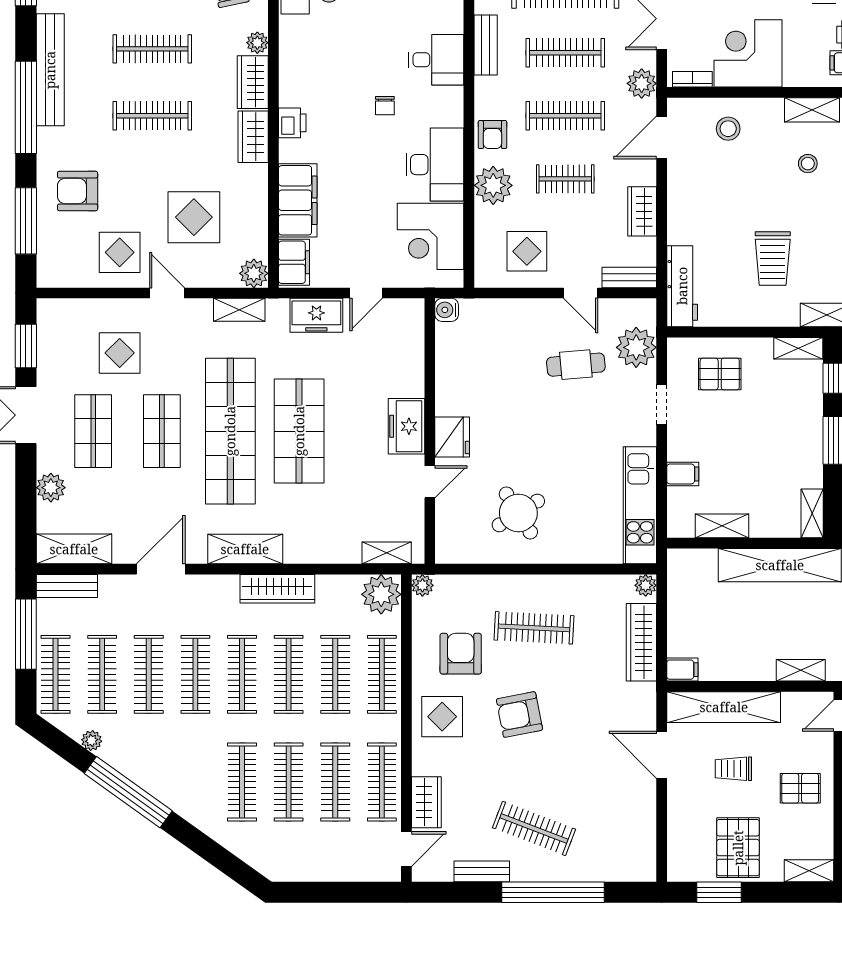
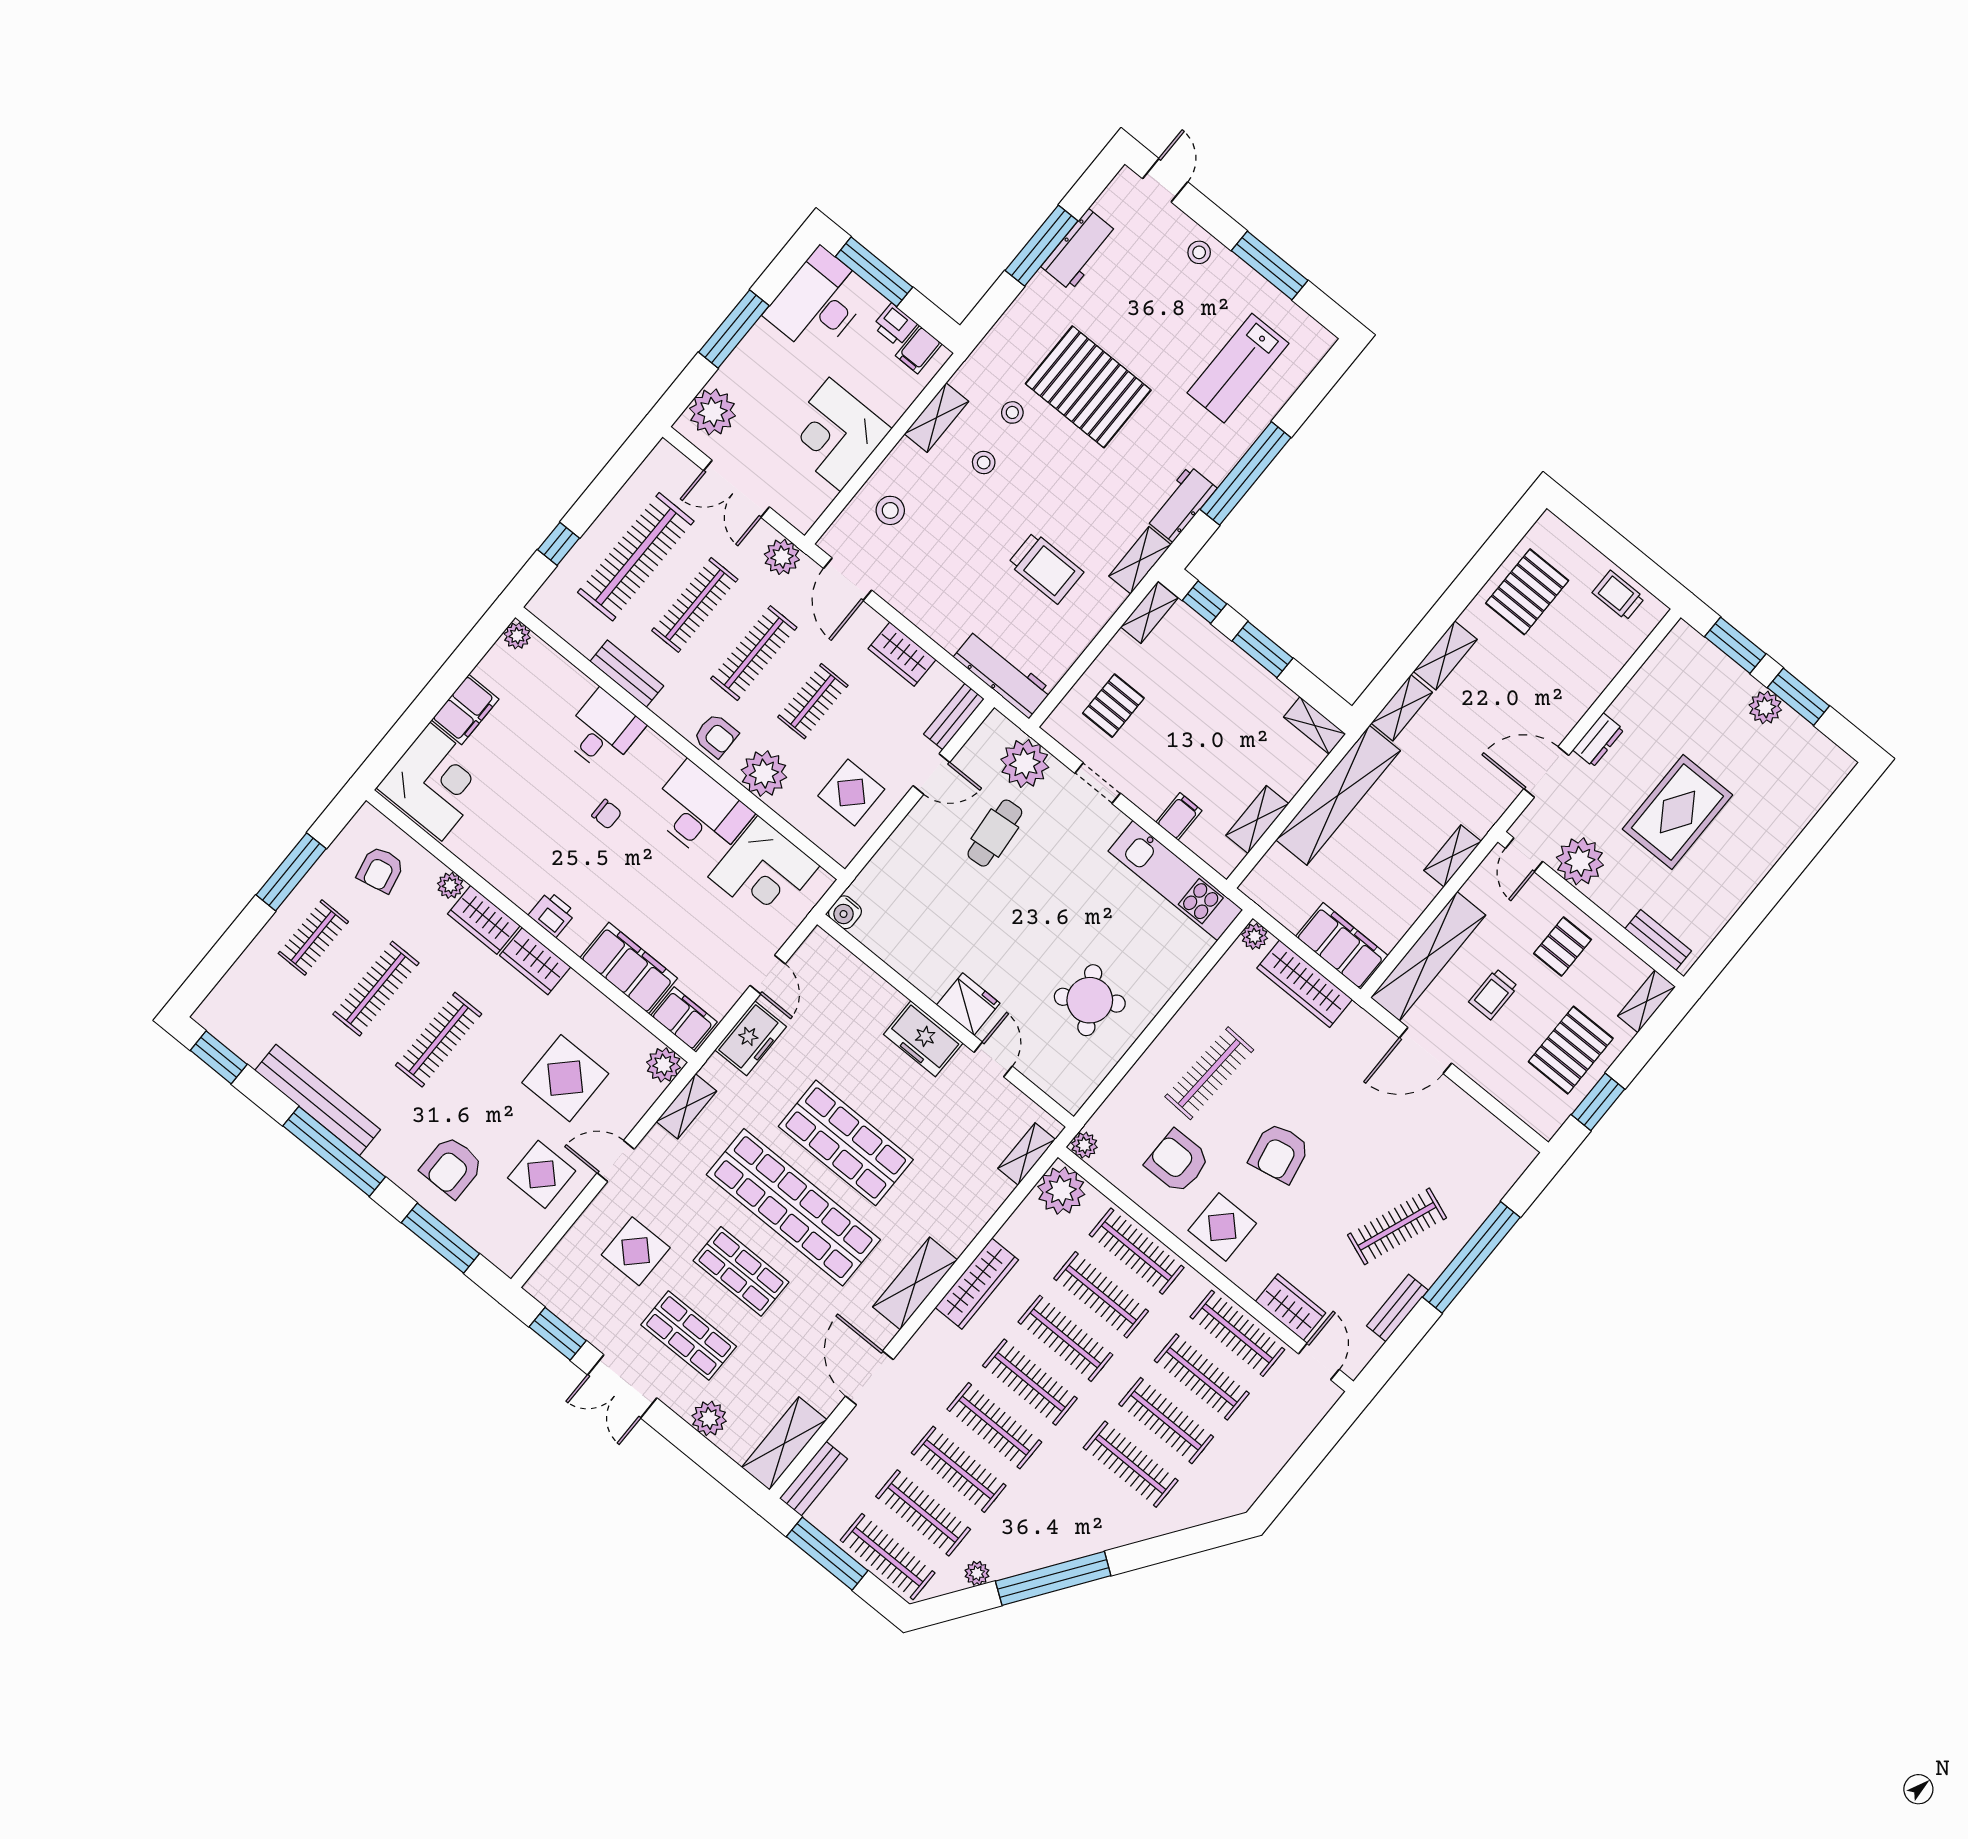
bookcase: (692, 79) -> (817, 506), removed
filing cabinet: (682, 670) -> (1342, 946), width x3.00, depth x1.17
pallet: (738, 848) -> (1571, 1050), turned 90

